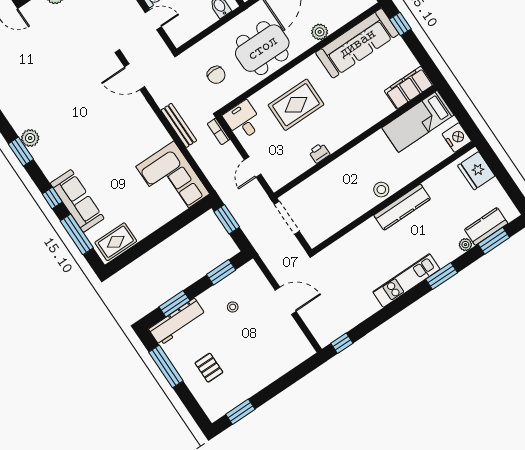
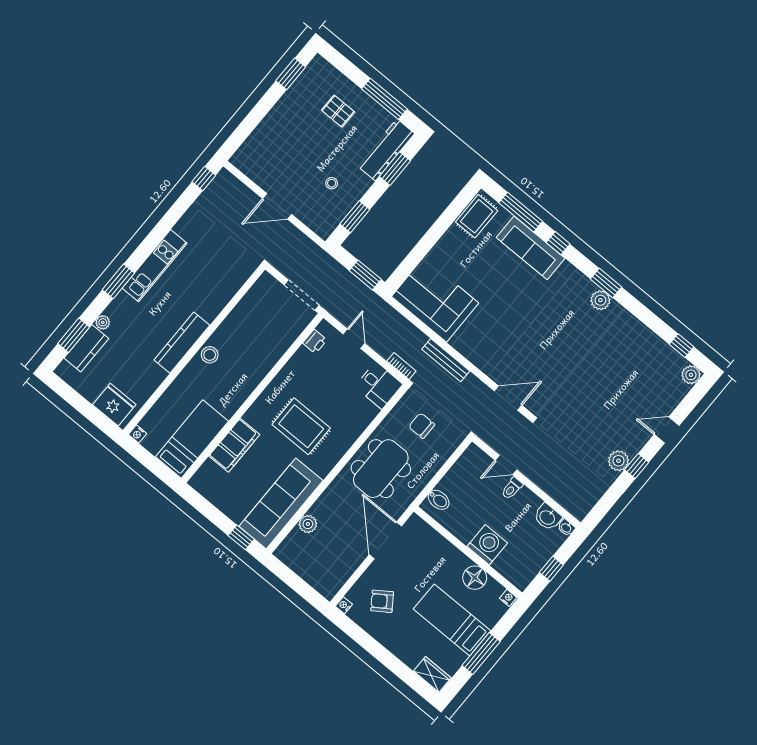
plant: (320, 32) -> (308, 524), moved
filing cabinet: (409, 88) -> (234, 445), moved
rug: (296, 105) -> (301, 426), moved, turned 90
nightstand: (457, 138) -> (138, 434), width x0.53, depth x0.56
printer: (319, 153) -> (315, 341), moved

